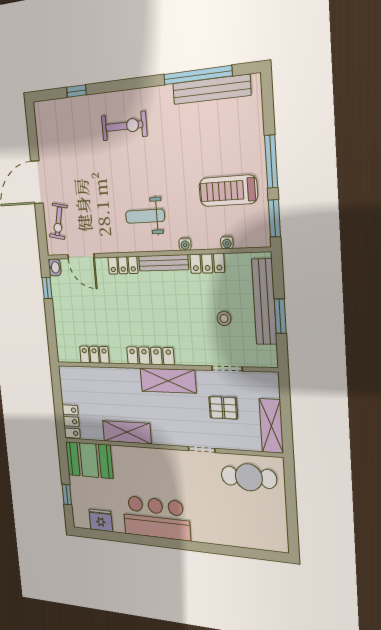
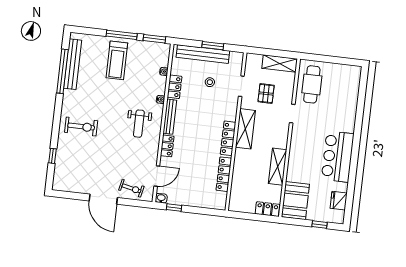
exercise bike: (124, 126) -> (81, 127), turned 90
treadmill: (228, 191) -> (117, 60), moved
locker: (94, 355) -> (224, 174), width x1.53

